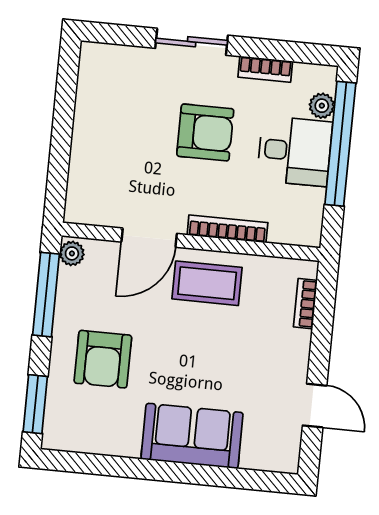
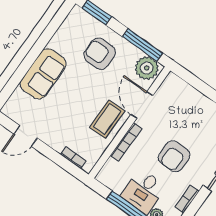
plant: (72, 253) -> (147, 68), width x1.88, depth x1.88

